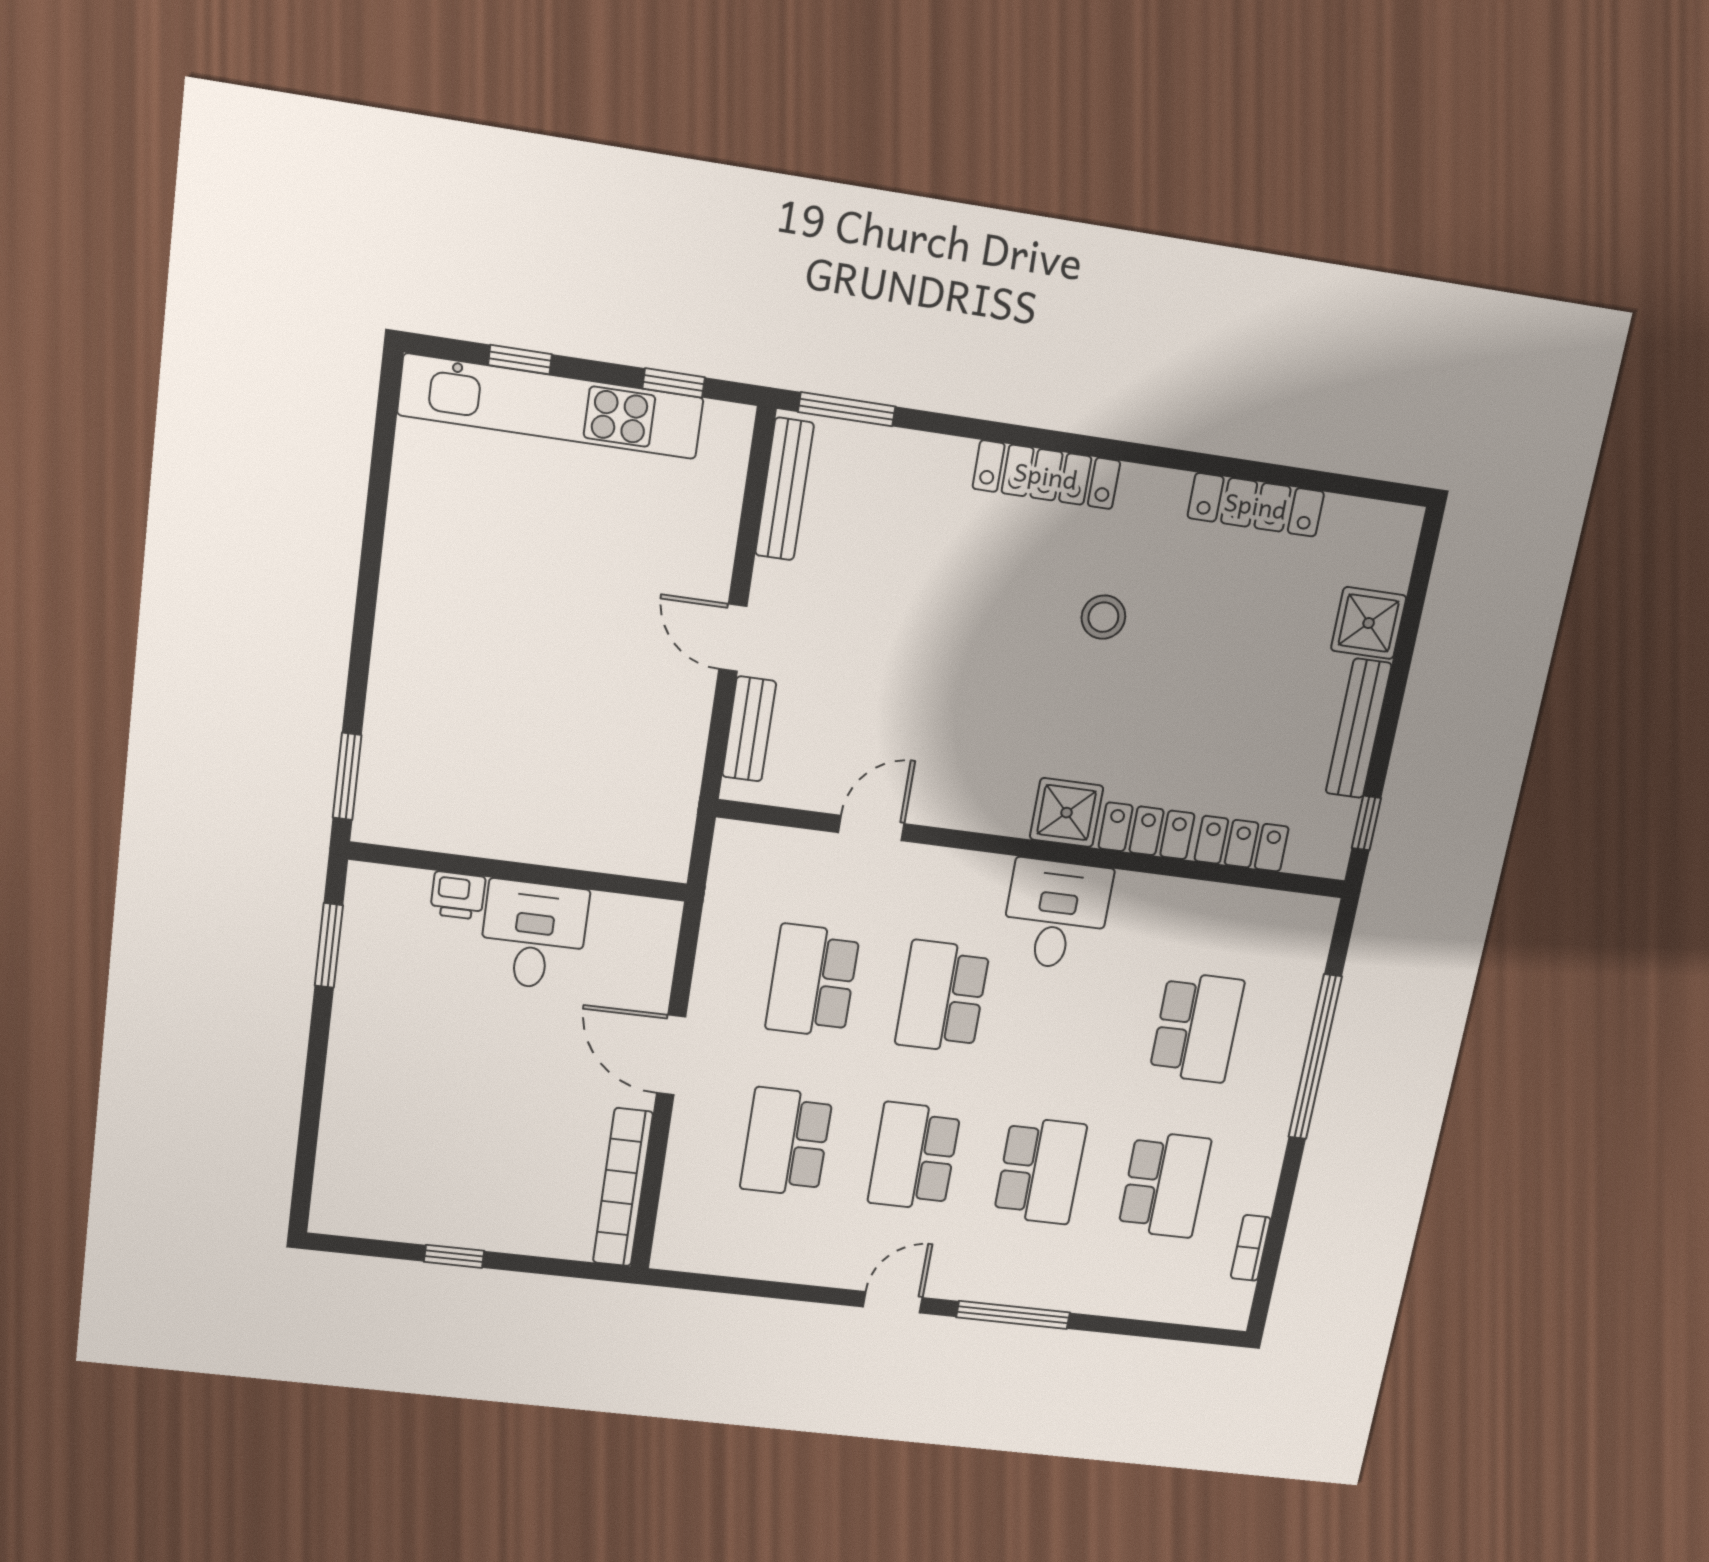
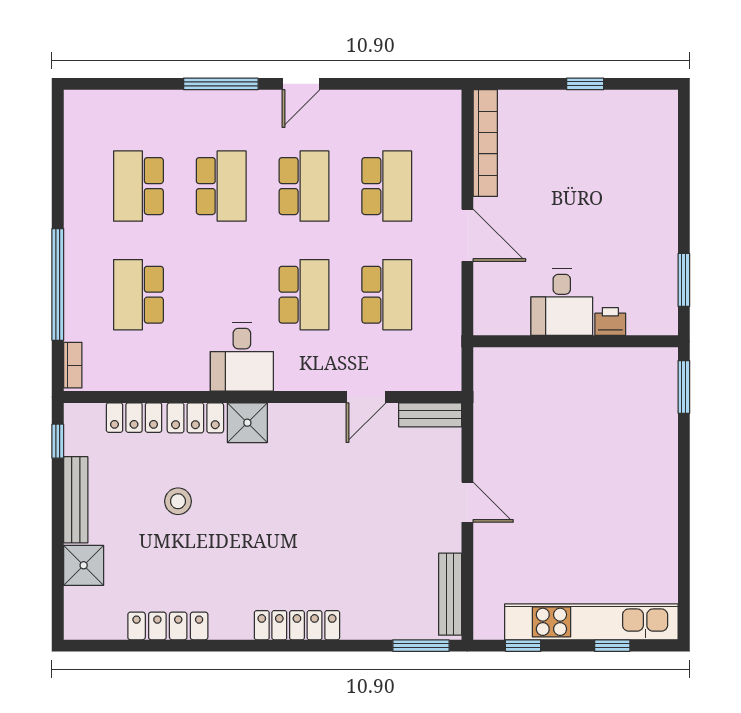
stool: (1103, 617) -> (178, 501), moved
bench: (749, 729) -> (430, 415), moved, turned 90
school desk: (1040, 1171) -> (221, 186), turned 180
bookcase: (1251, 1248) -> (73, 365), moved

